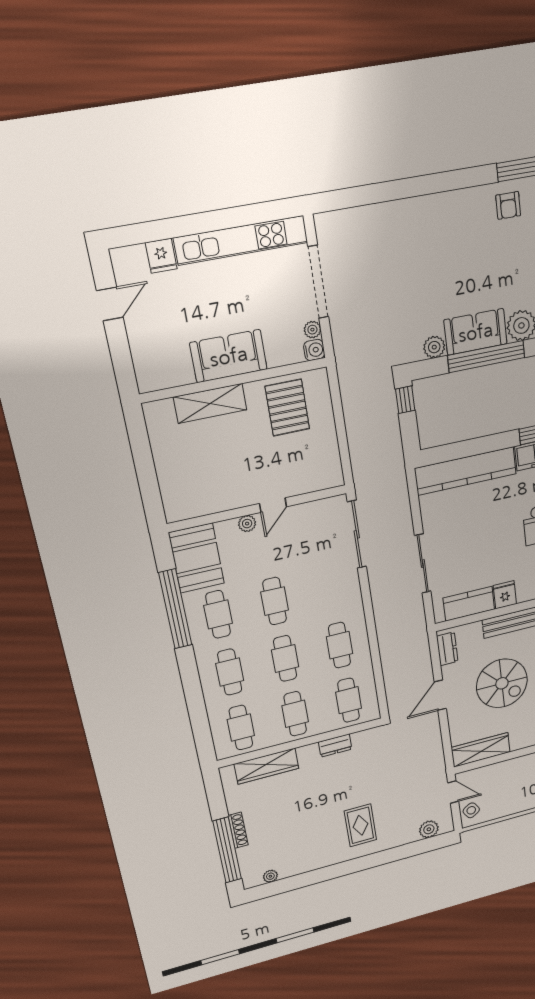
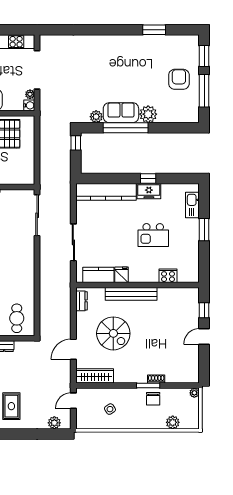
armchair: (508, 205) -> (147, 48), removed
cafe table: (340, 645) -> (17, 281), removed
door: (440, 695) -> (73, 349), moved
door: (453, 792) -> (73, 401), swing flipped
side table: (471, 810) -> (110, 409), moved

